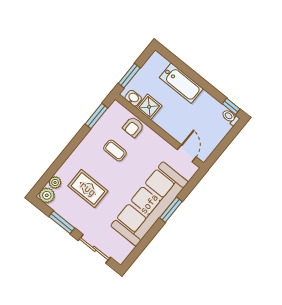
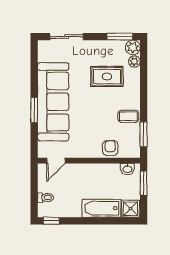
shower: (149, 107) -> (130, 209), moved
toilet: (230, 117) -> (46, 198), moved
coffee table: (115, 151) -> (128, 116), moved
door: (187, 153) -> (56, 161), hinge flipped
window: (62, 222) -> (120, 37), moved

